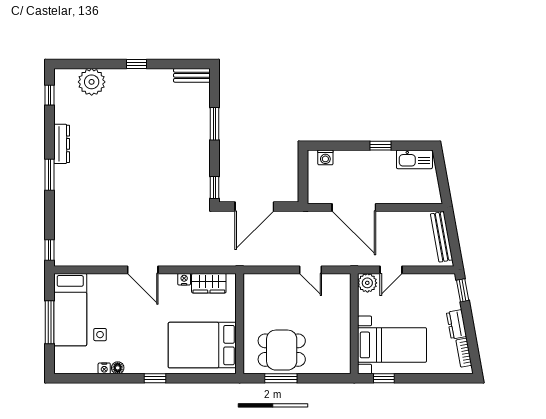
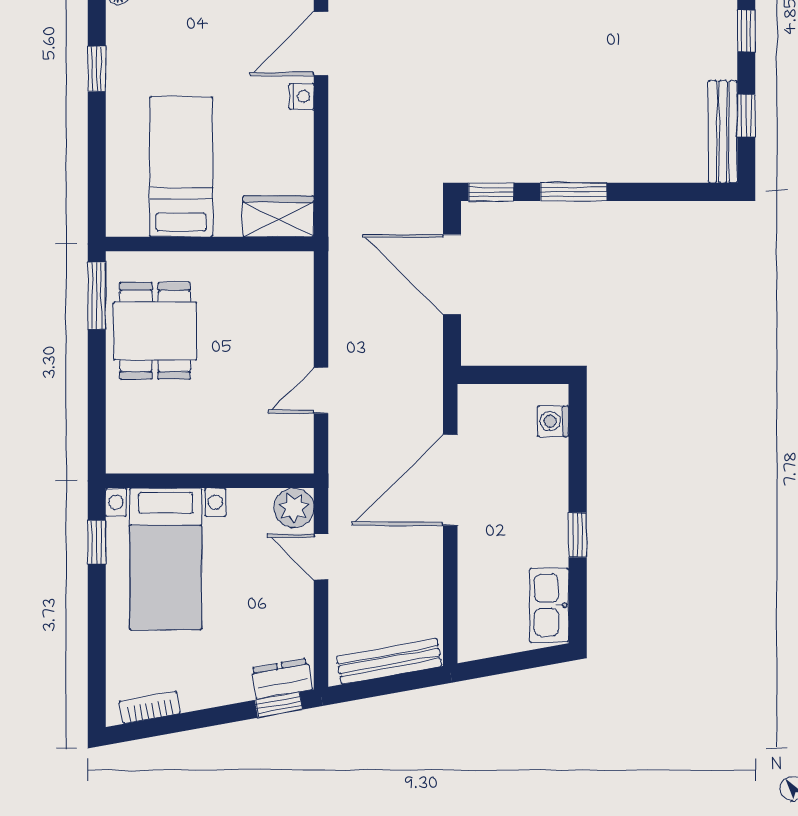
window: (177, 64) -> (746, 115), added
bench: (192, 75) -> (723, 132), width x1.36
window: (214, 124) -> (574, 192), moved
nightstand: (184, 279) -> (302, 96), moved
wardrobe: (209, 283) -> (278, 216), moved, turned 90
dresser: (456, 324) -> (282, 679), moved
bed: (202, 345) -> (181, 167), width x0.67
window: (281, 378) -> (97, 296), moved

